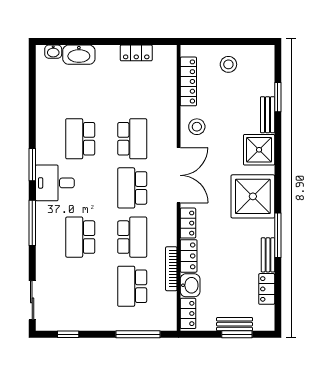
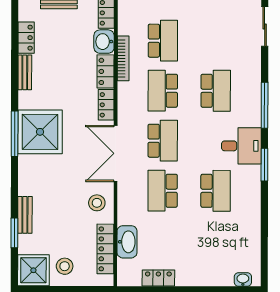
washbasin: (79, 55) -> (127, 242), moved, turned 90
shower: (259, 150) -> (33, 270), moved
window: (278, 235) -> (15, 134), moved

